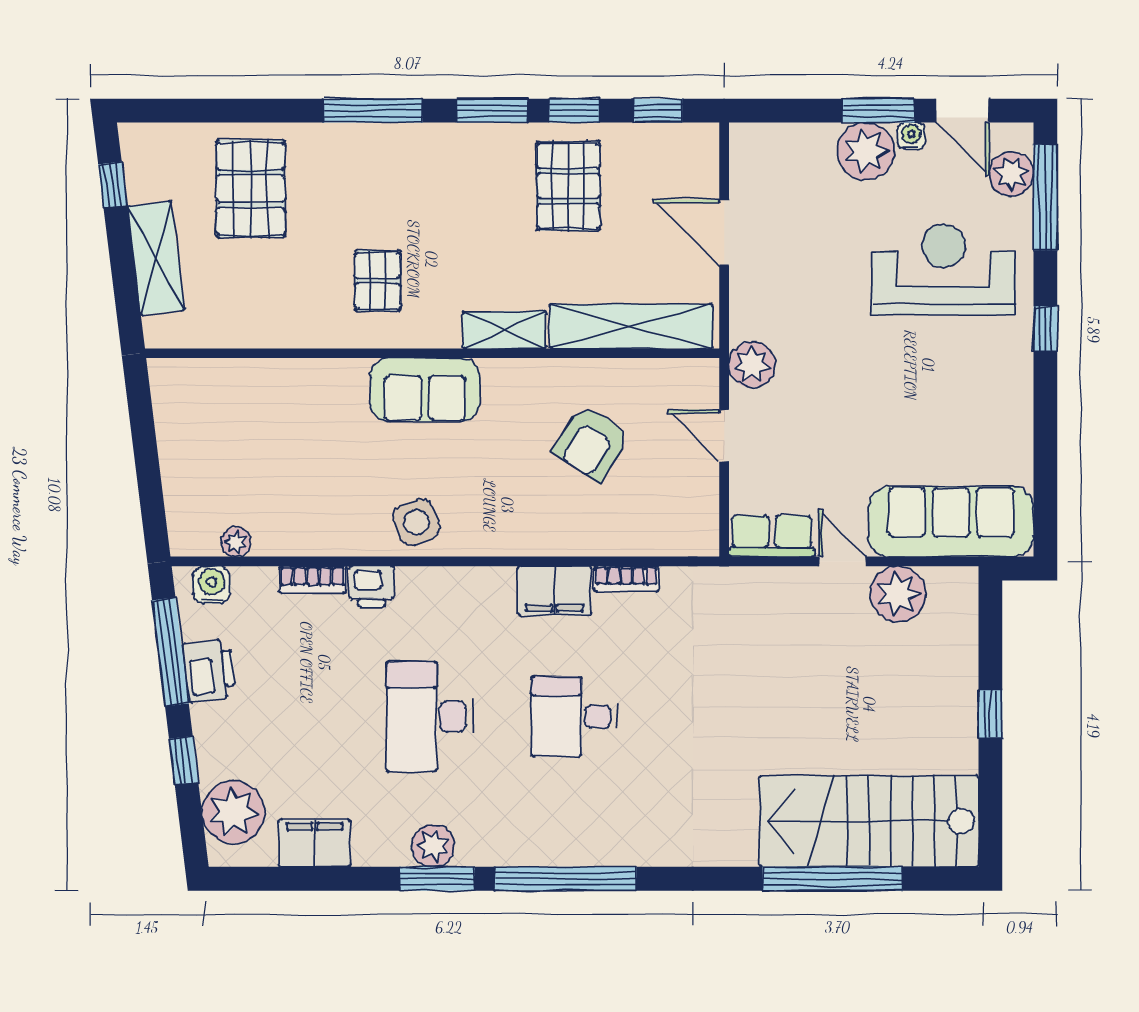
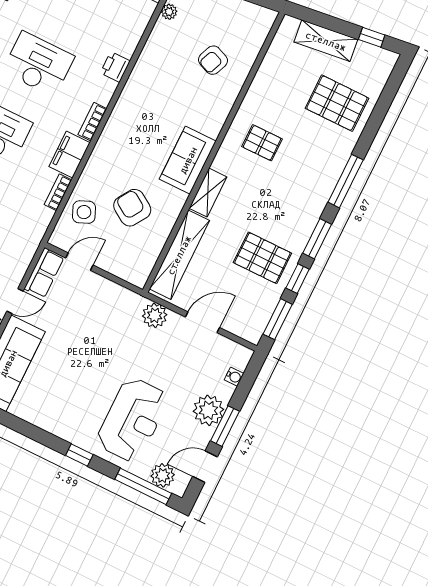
window: (658, 111) -> (278, 319), width x1.50
water cooler: (911, 136) -> (234, 377), moved
plant: (752, 365) -> (155, 315), moved
sofa: (425, 390) -> (188, 160), moved
armchair: (280, 430) -> (213, 60), added
door: (724, 436) -> (79, 262), moved
side table: (416, 522) -> (84, 212), moved
bookcase: (313, 580) -> (92, 122), moved

